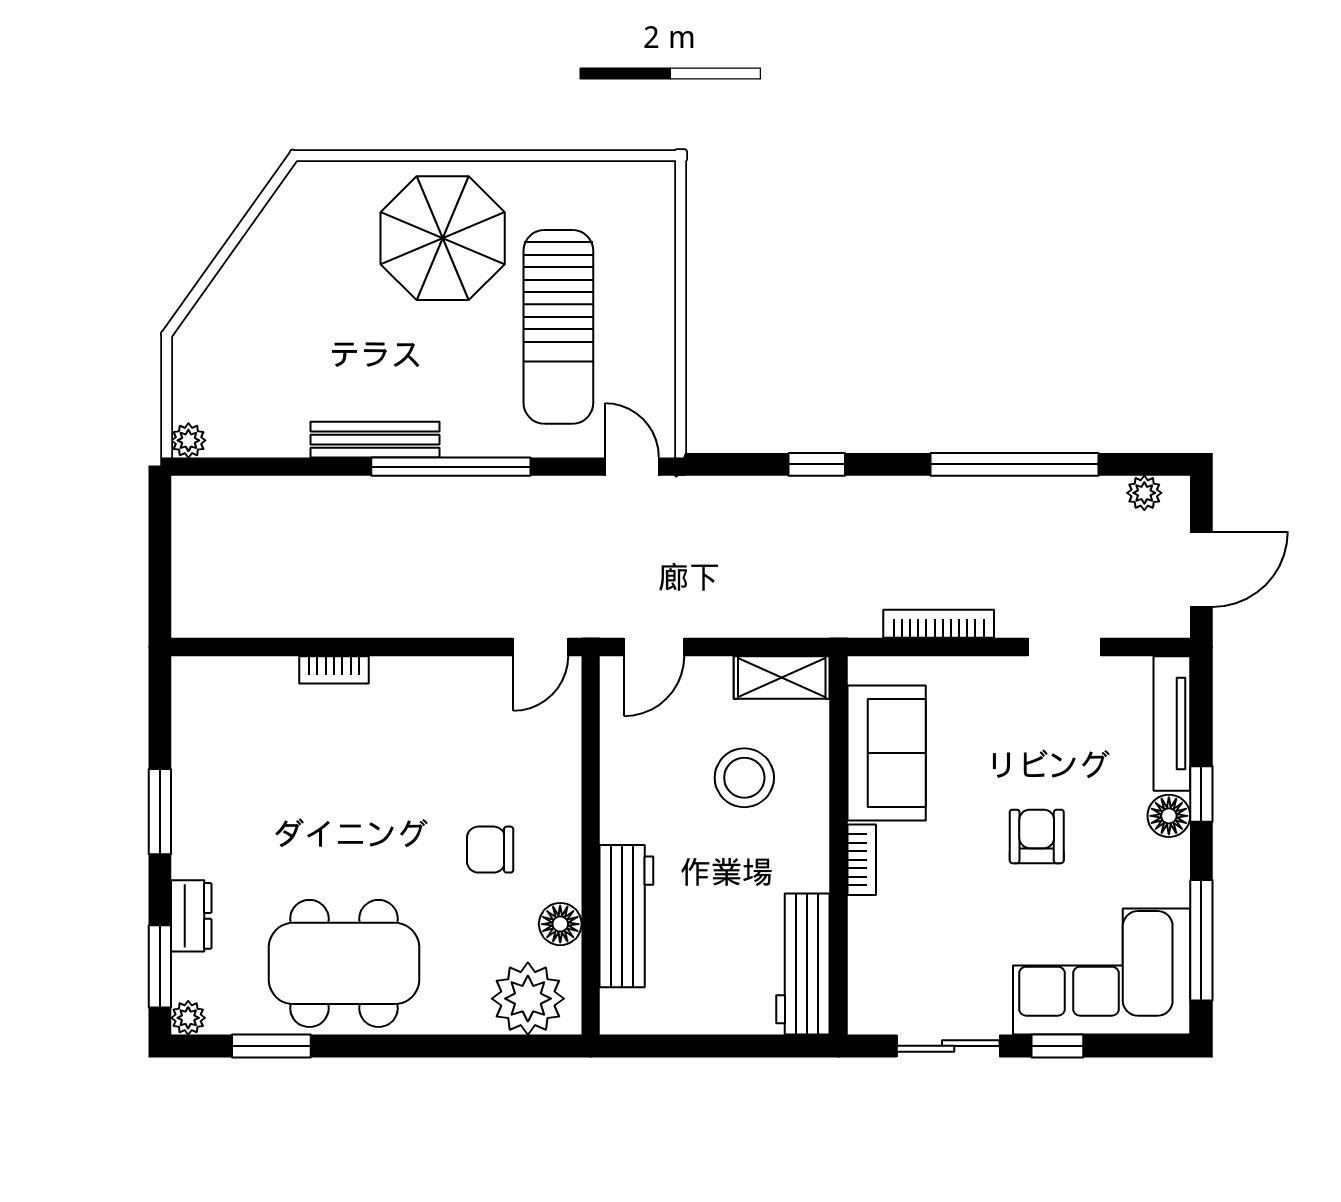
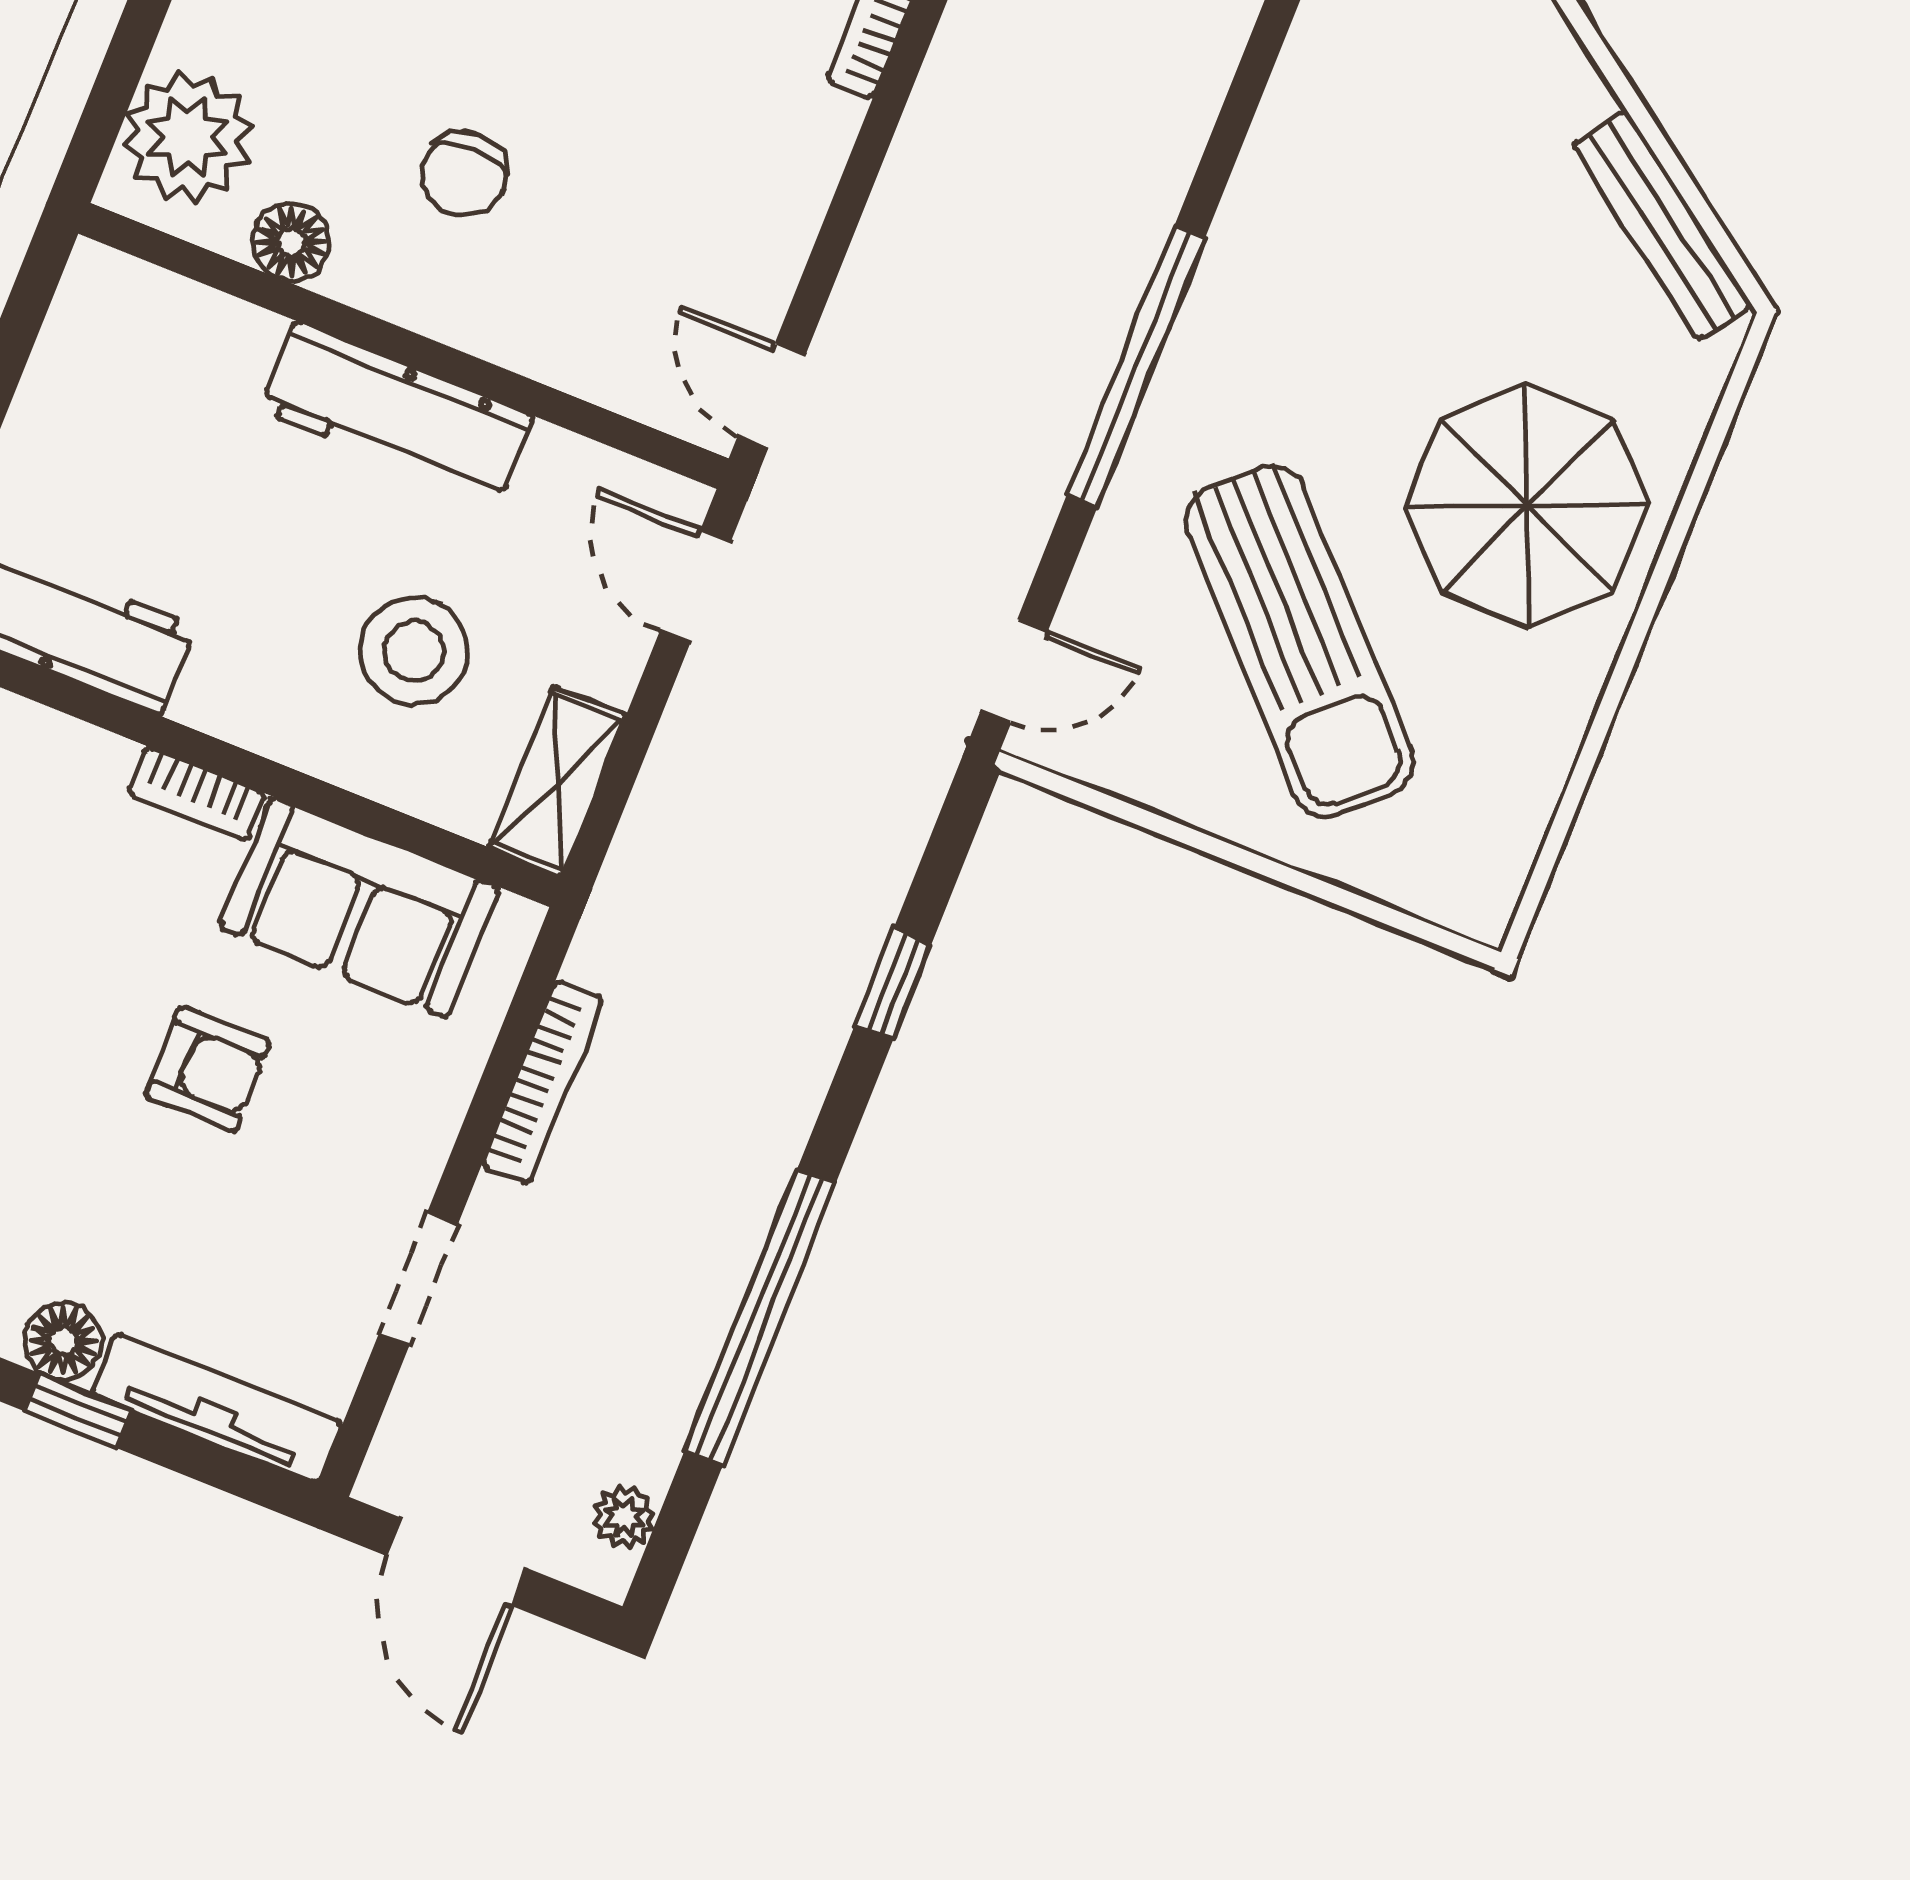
sun lounger: (558, 327) -> (1299, 642), turned -134
bench: (375, 440) -> (1662, 225), moved, turned -55
armchair: (1037, 836) -> (208, 1069), moved
chair: (490, 850) -> (464, 174), turned 180
workbench: (626, 916) -> (396, 413), moved

